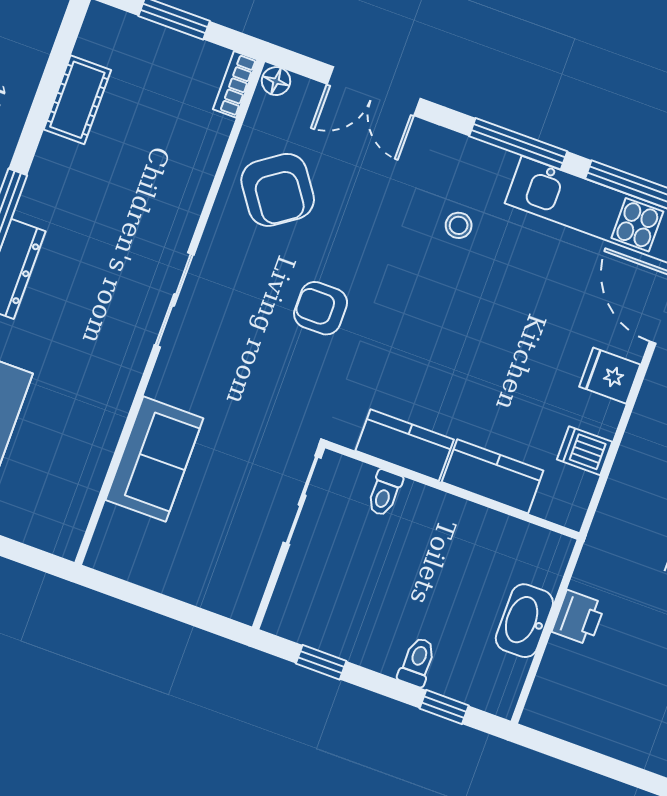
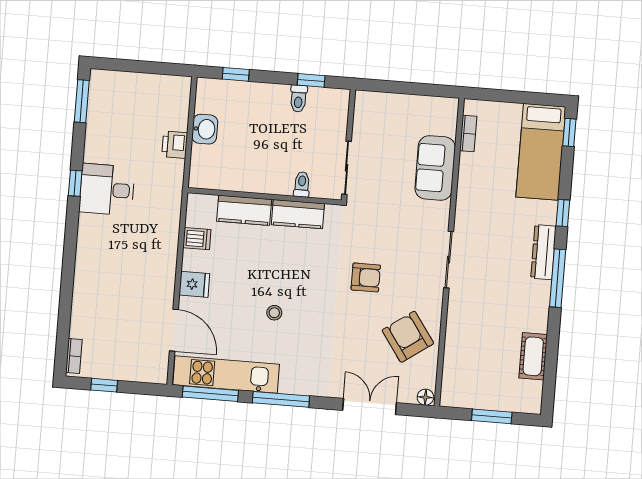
bookcase: (235, 84) -> (468, 133), moved
stool: (459, 225) -> (274, 313), moved
washbasin: (524, 621) -> (205, 129), width x0.72
toilet: (417, 662) -> (298, 99), moved

